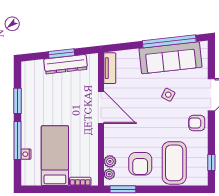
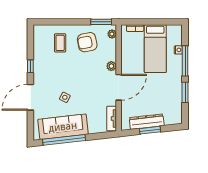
door: (101, 107) -> (119, 87), swing flipped
armchair: (197, 123) -> (42, 75), removed
plant: (110, 161) -> (111, 66), moved
coffee table: (174, 163) -> (60, 43), width x0.54, depth x0.58
window: (211, 163) -> (30, 66), moved
armchair: (140, 164) -> (87, 42), turned -101

